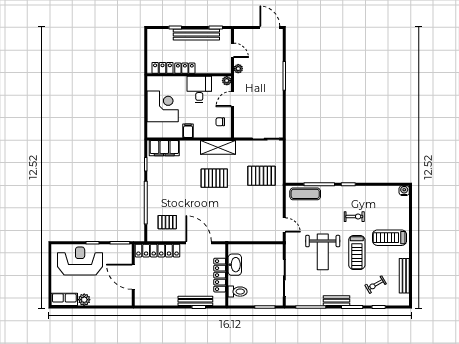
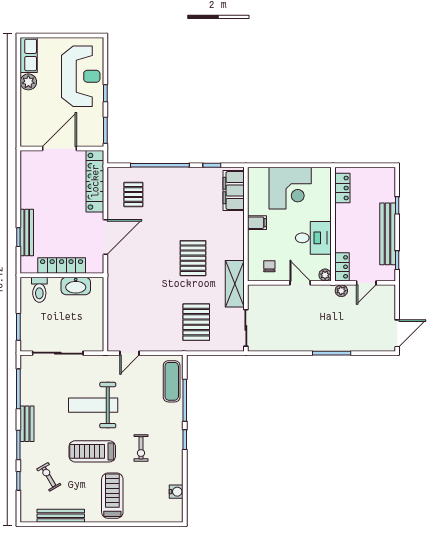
locker: (185, 68) -> (342, 267), moved
shelving: (218, 147) -> (235, 284), moved
water cooler: (404, 191) -> (176, 492), moved

